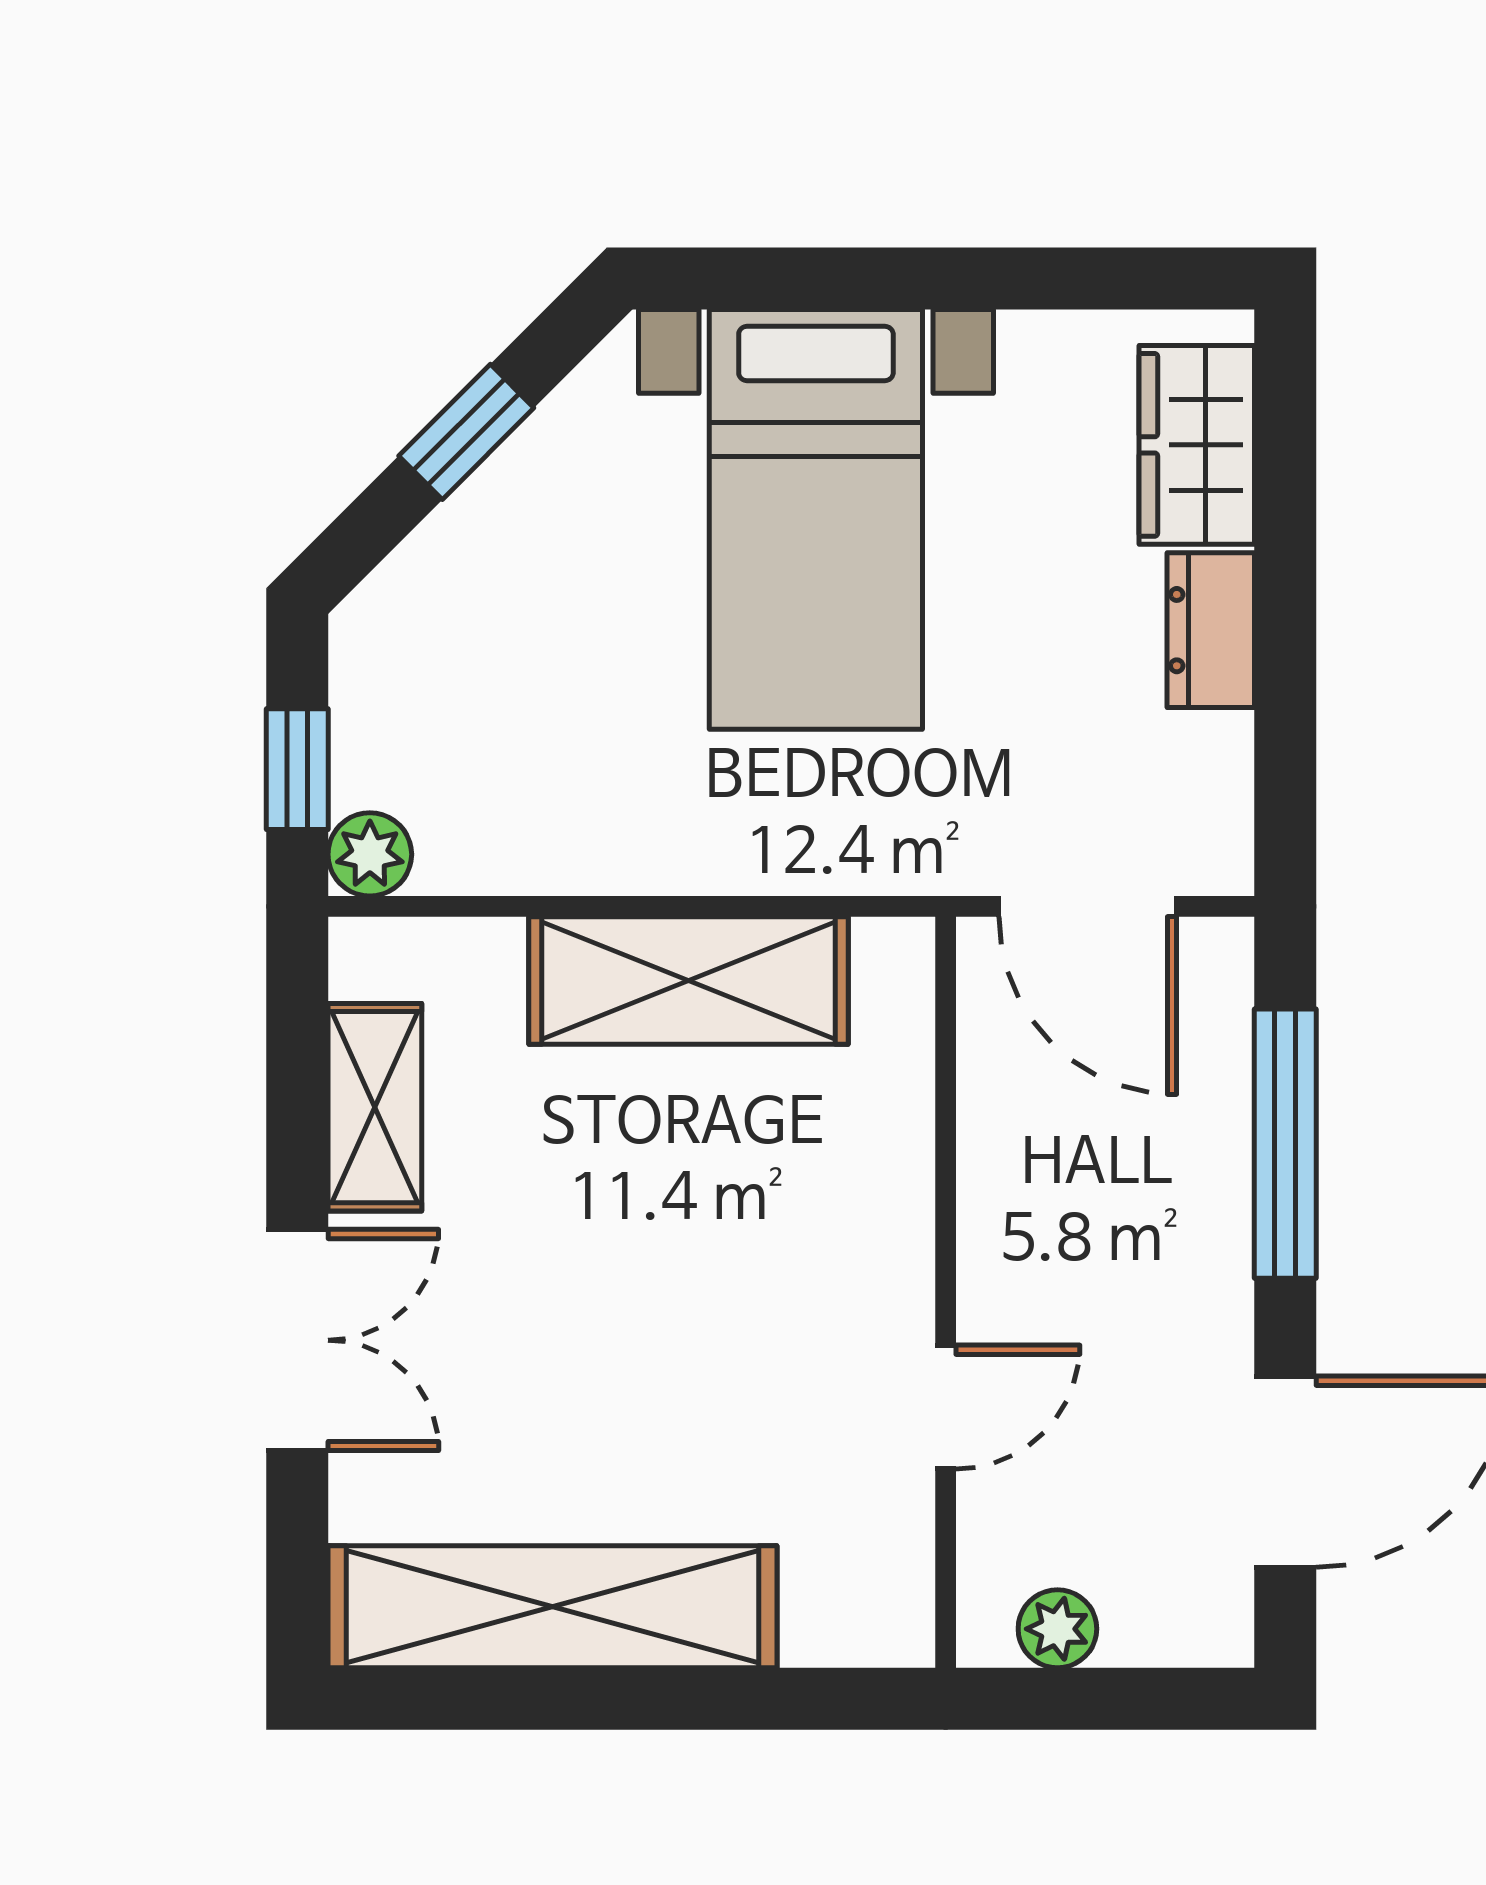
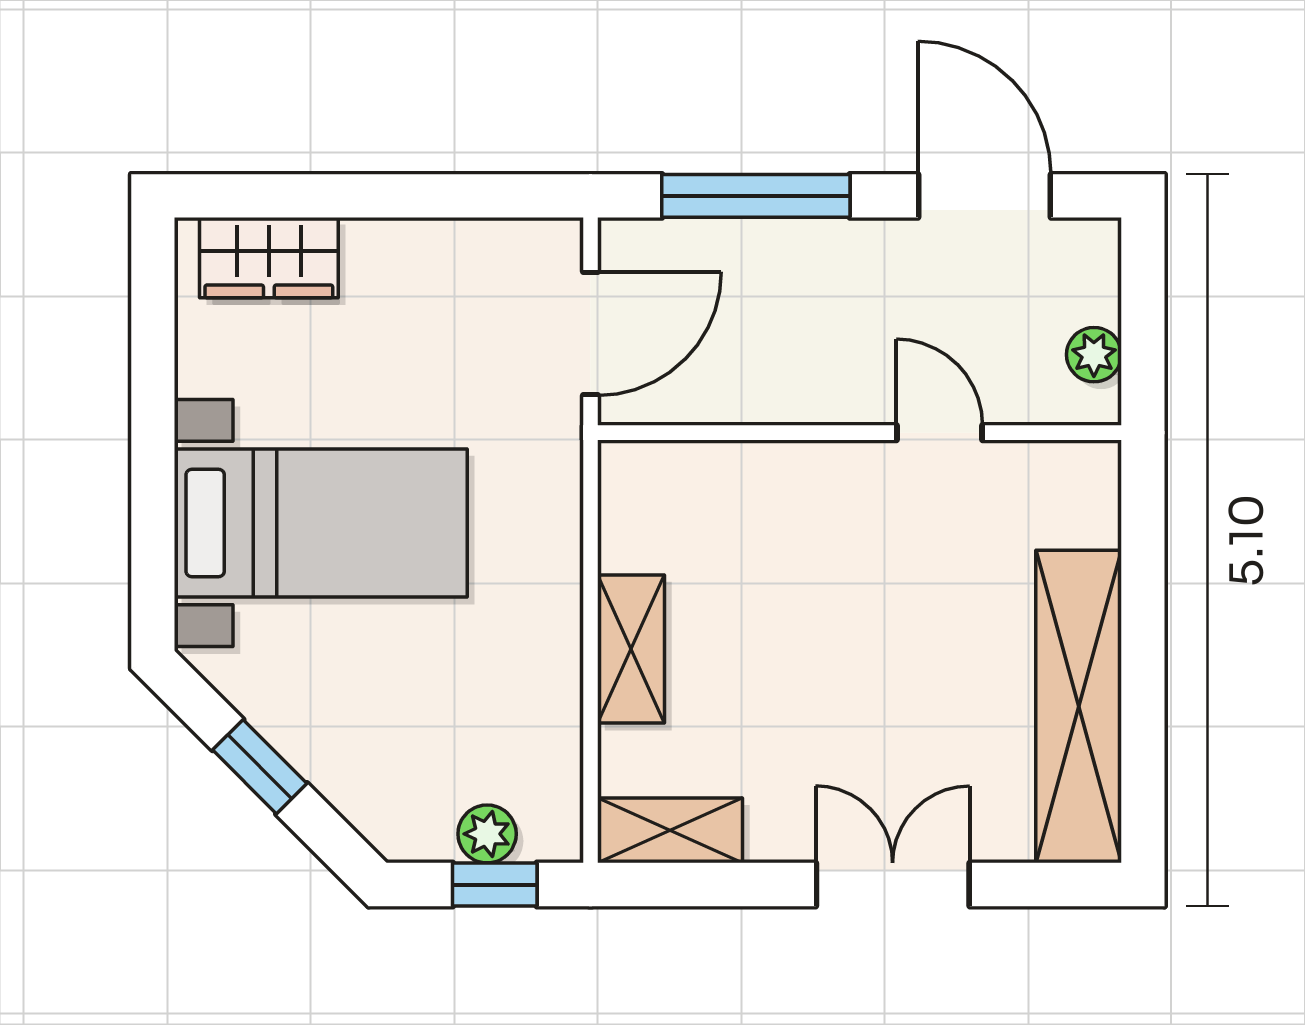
dresser: (1211, 630) -> (398, 248), removed
plant: (370, 854) -> (487, 834), moved
shelving: (688, 980) -> (631, 649), width x0.67, depth x0.75
shelving: (375, 1107) -> (670, 830), moved

